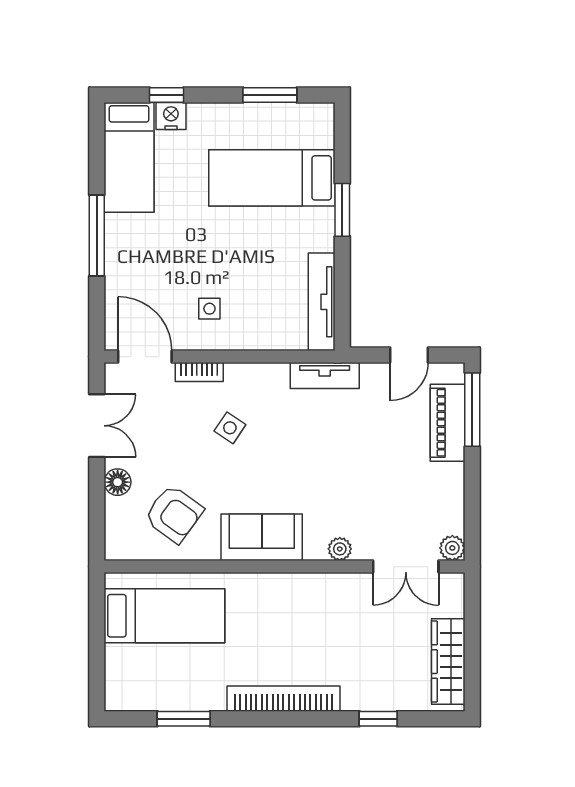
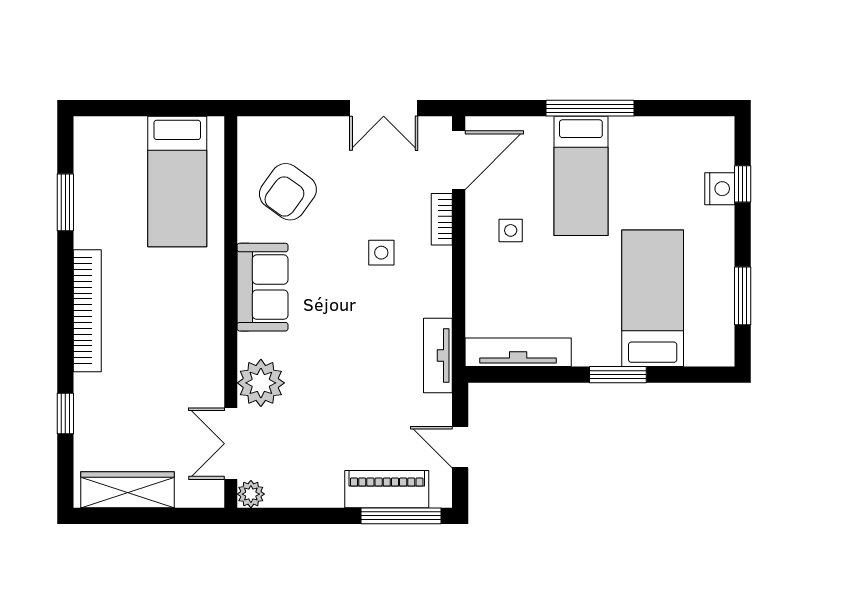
bed: (129, 157) -> (581, 176), moved, turned -90
side table: (230, 428) -> (381, 253), turned -34
floor lamp: (118, 482) -> (322, 131), removed
plant: (340, 549) -> (261, 383), width x1.88, depth x1.88

